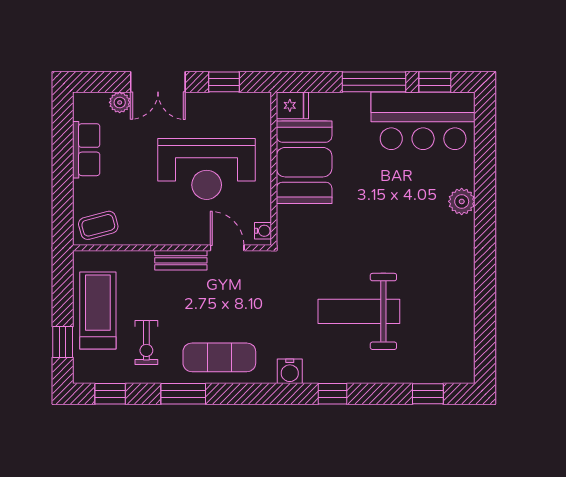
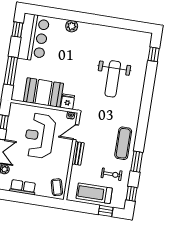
window: (374, 82) -> (11, 71), moved
fridge: (292, 105) -> (68, 102), moved
reception desk: (207, 169) -> (40, 136), turned 180
water cooler: (290, 371) -> (134, 113), removed
window: (333, 394) -> (147, 96), removed

